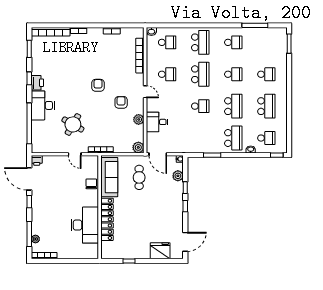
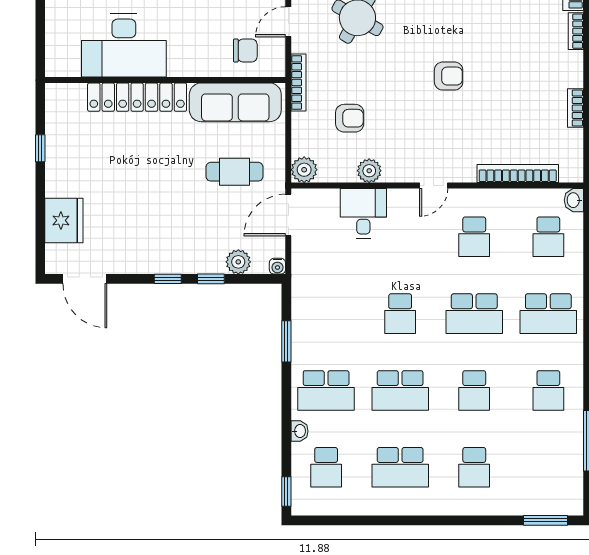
armchair: (121, 102) -> (350, 118), moved
chair: (91, 184) -> (245, 51), moved

